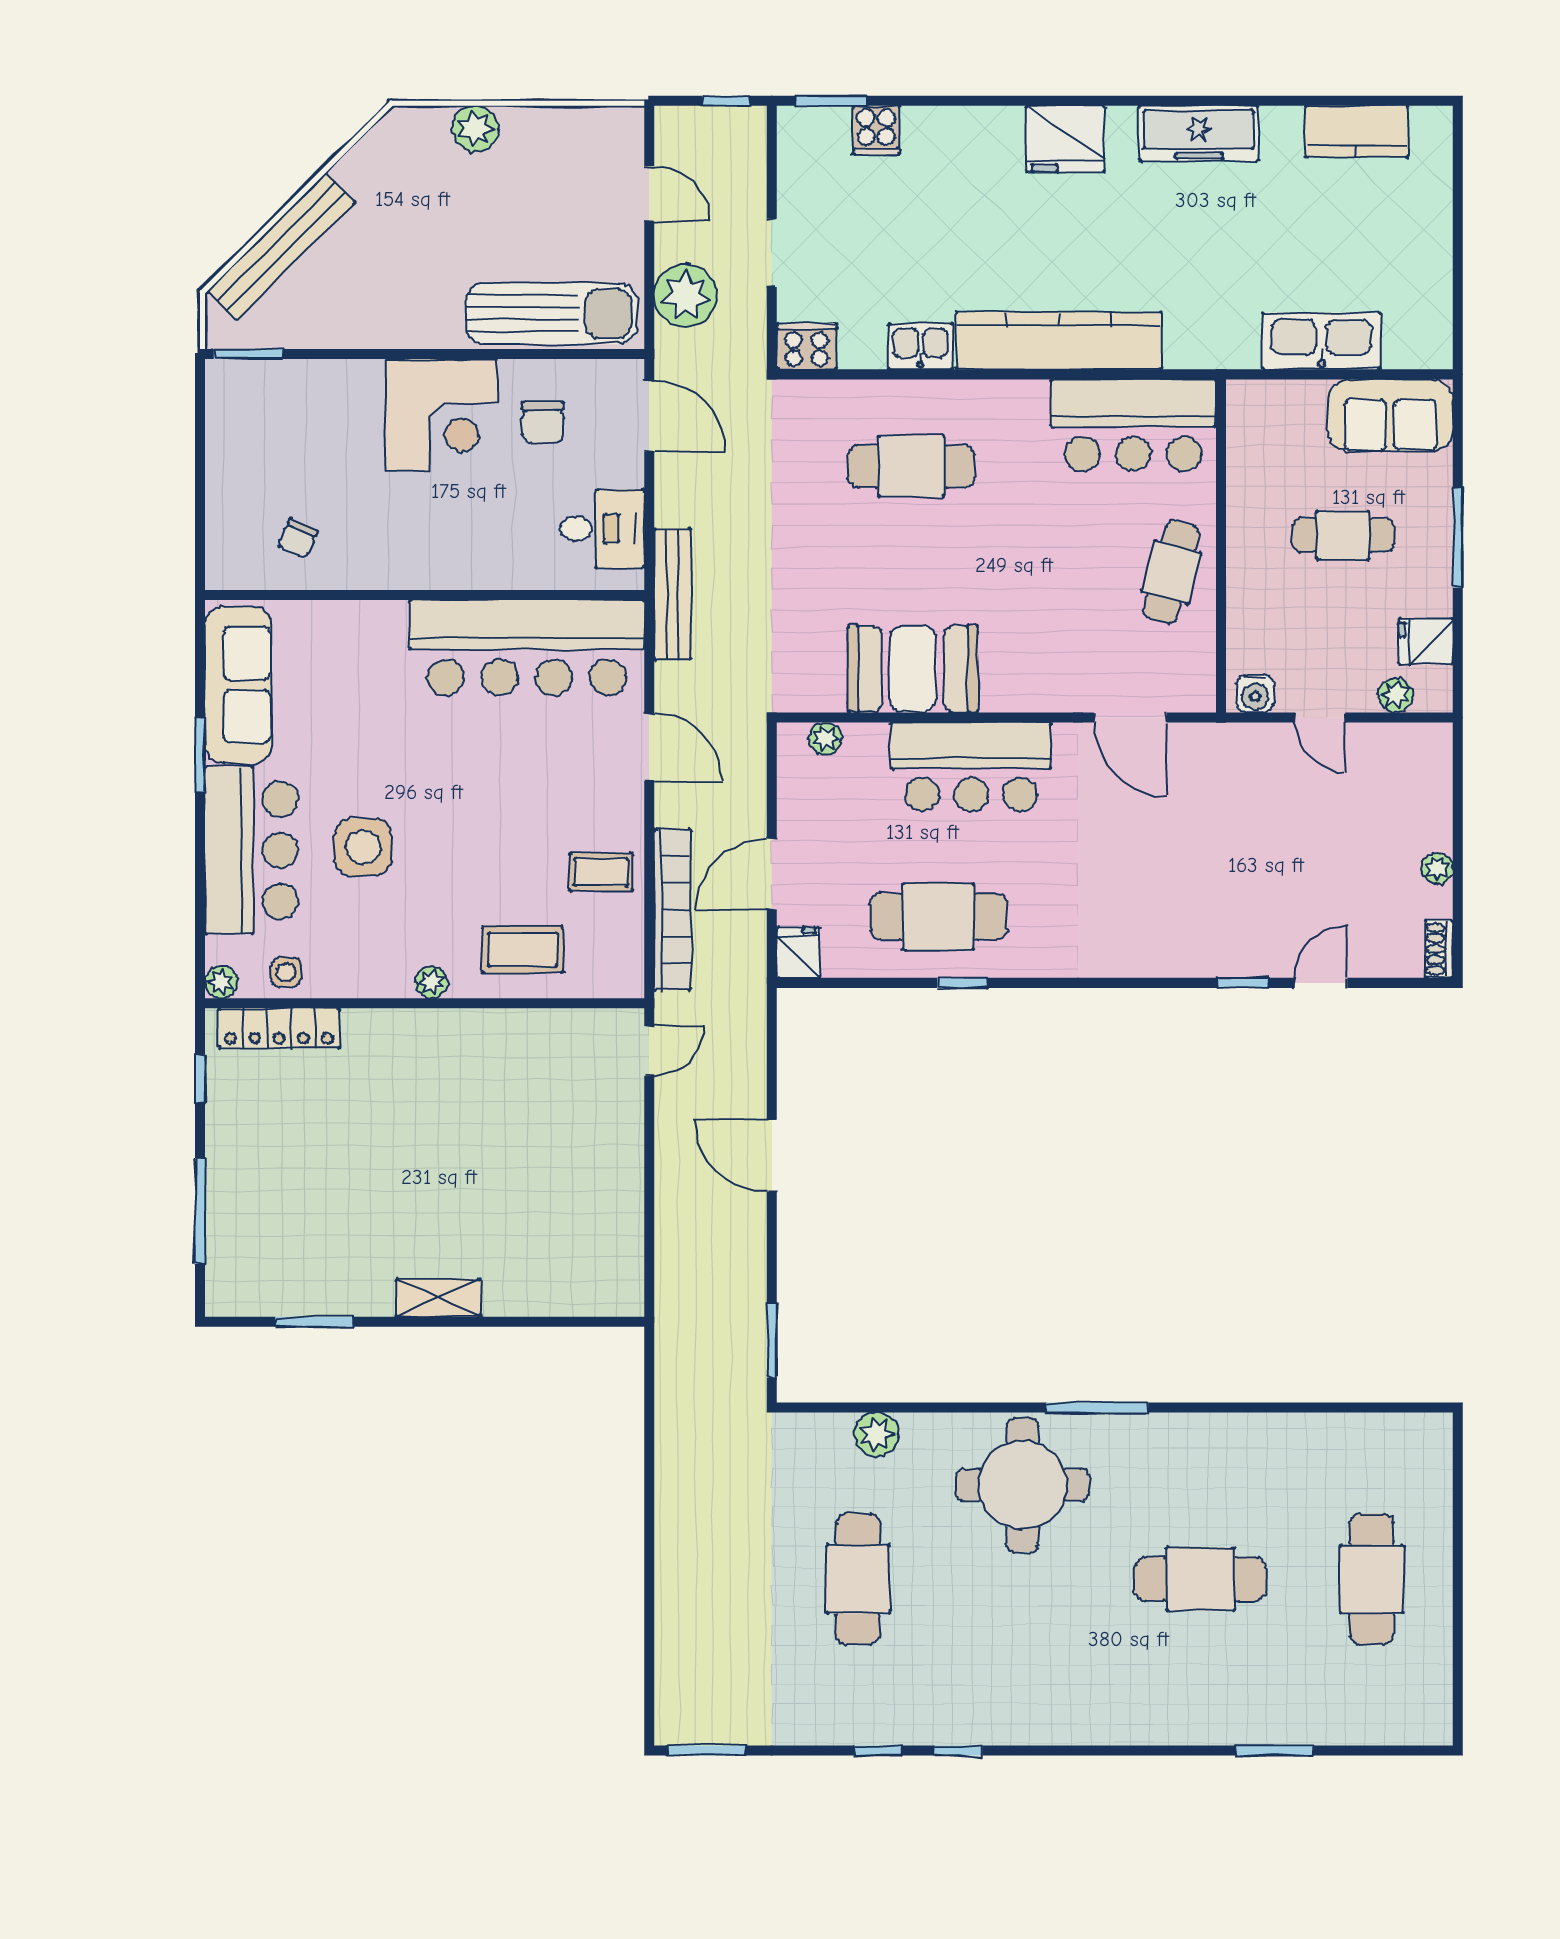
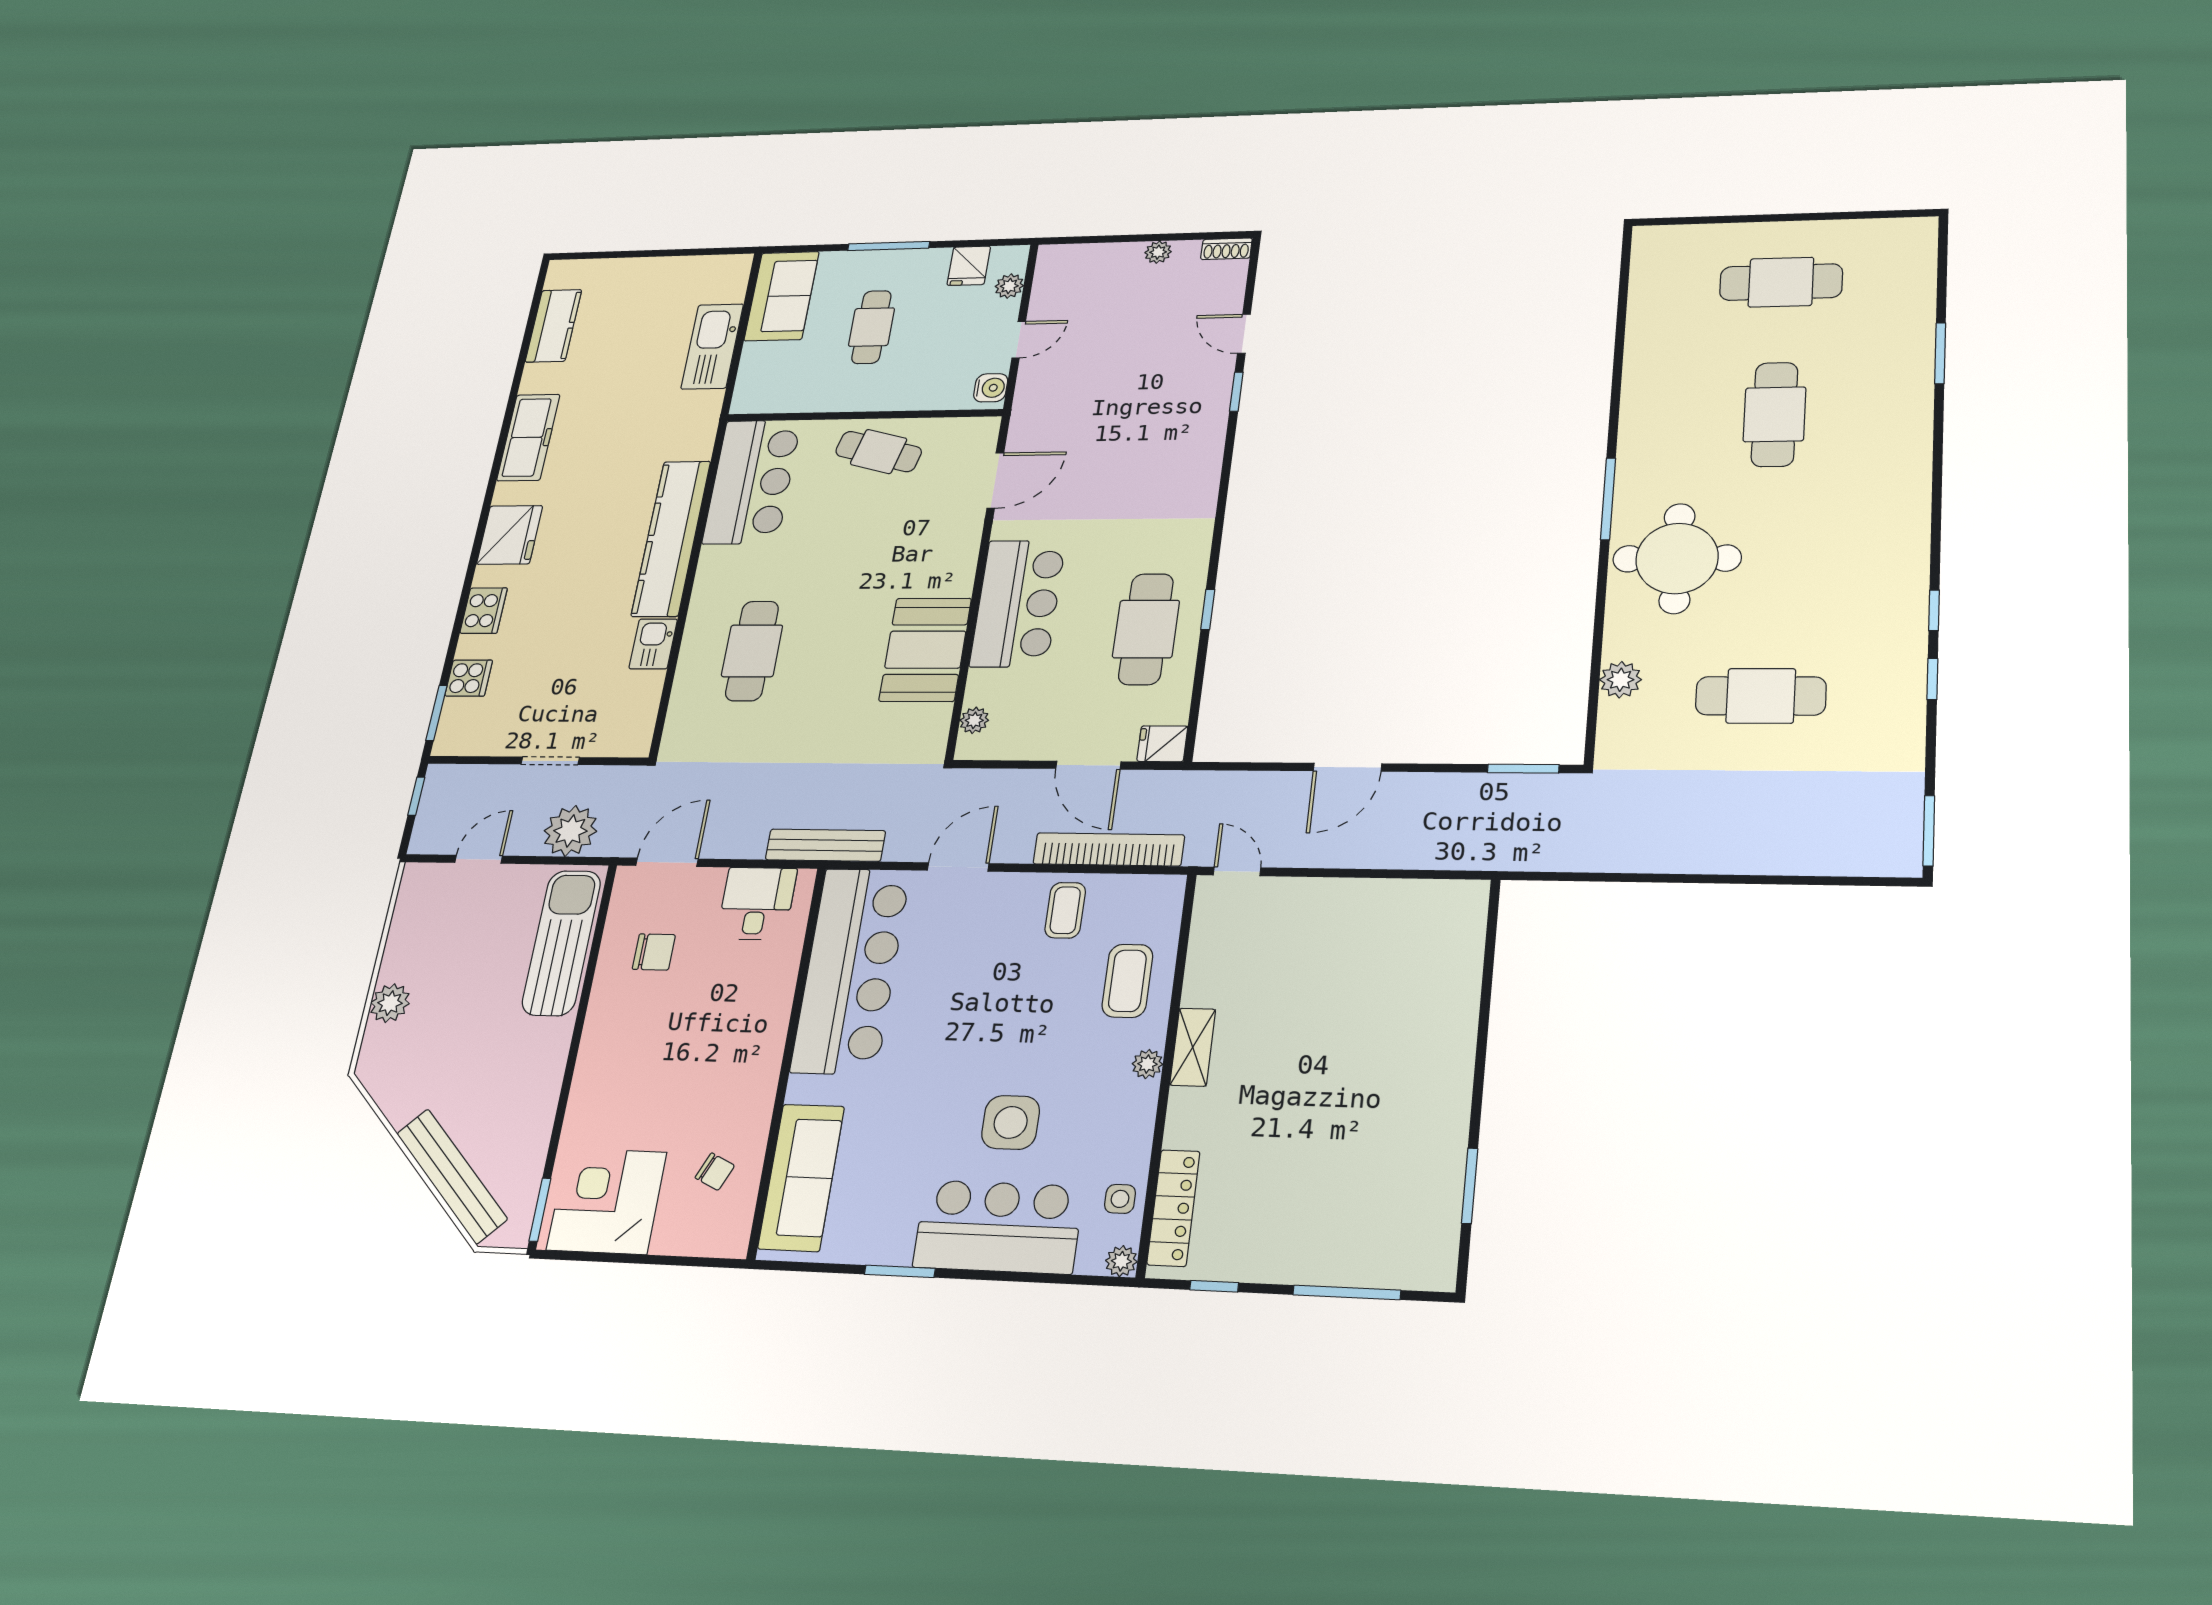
cooker: (807, 346) -> (484, 611), moved, turned 180
corner desk: (441, 415) -> (607, 1201), moved, turned -90
sofa: (238, 685) -> (801, 1177), moved, turned 90
shelving: (438, 1298) -> (1193, 1047), moved

